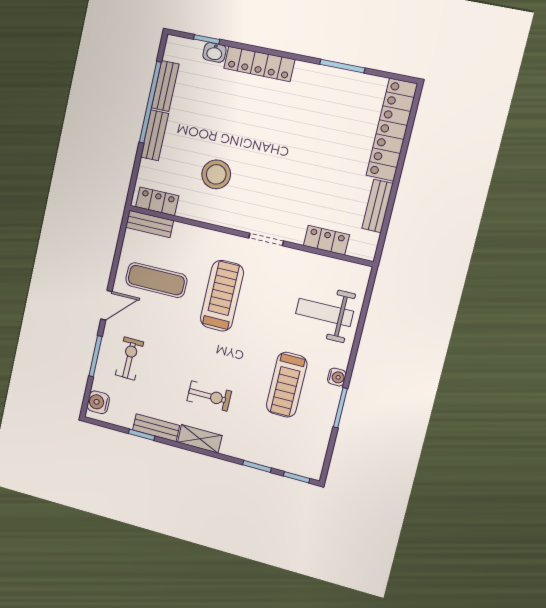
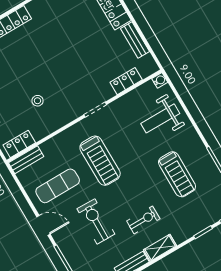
stool: (216, 174) -> (38, 101), width x0.53, depth x0.53
treadmill: (222, 296) -> (100, 161), turned 180
door: (106, 305) -> (43, 225), hinge flipped
exercise bike: (129, 358) -> (96, 221), moved, width x1.38, depth x1.39
water cooler: (337, 377) -> (160, 80), moved

